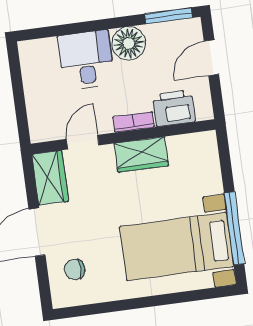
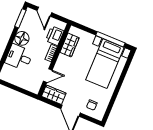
door: (83, 142) -> (48, 76), swing flipped
wardrobe: (141, 155) -> (70, 45), moved

